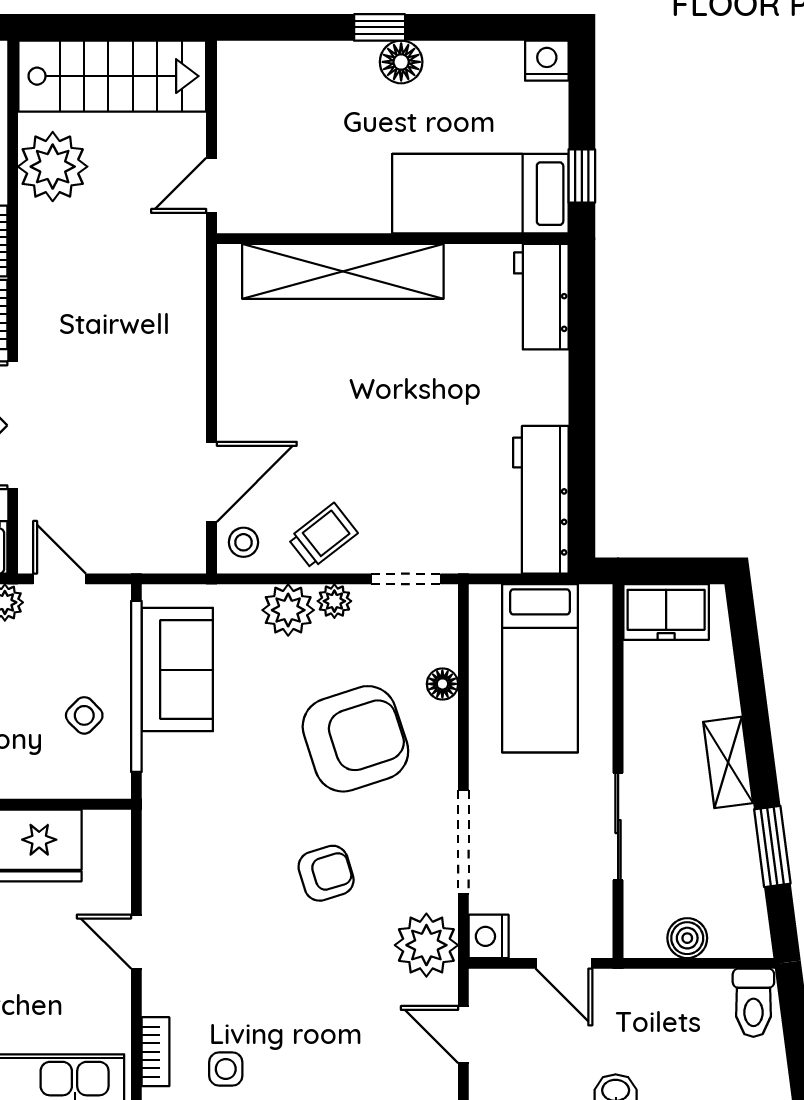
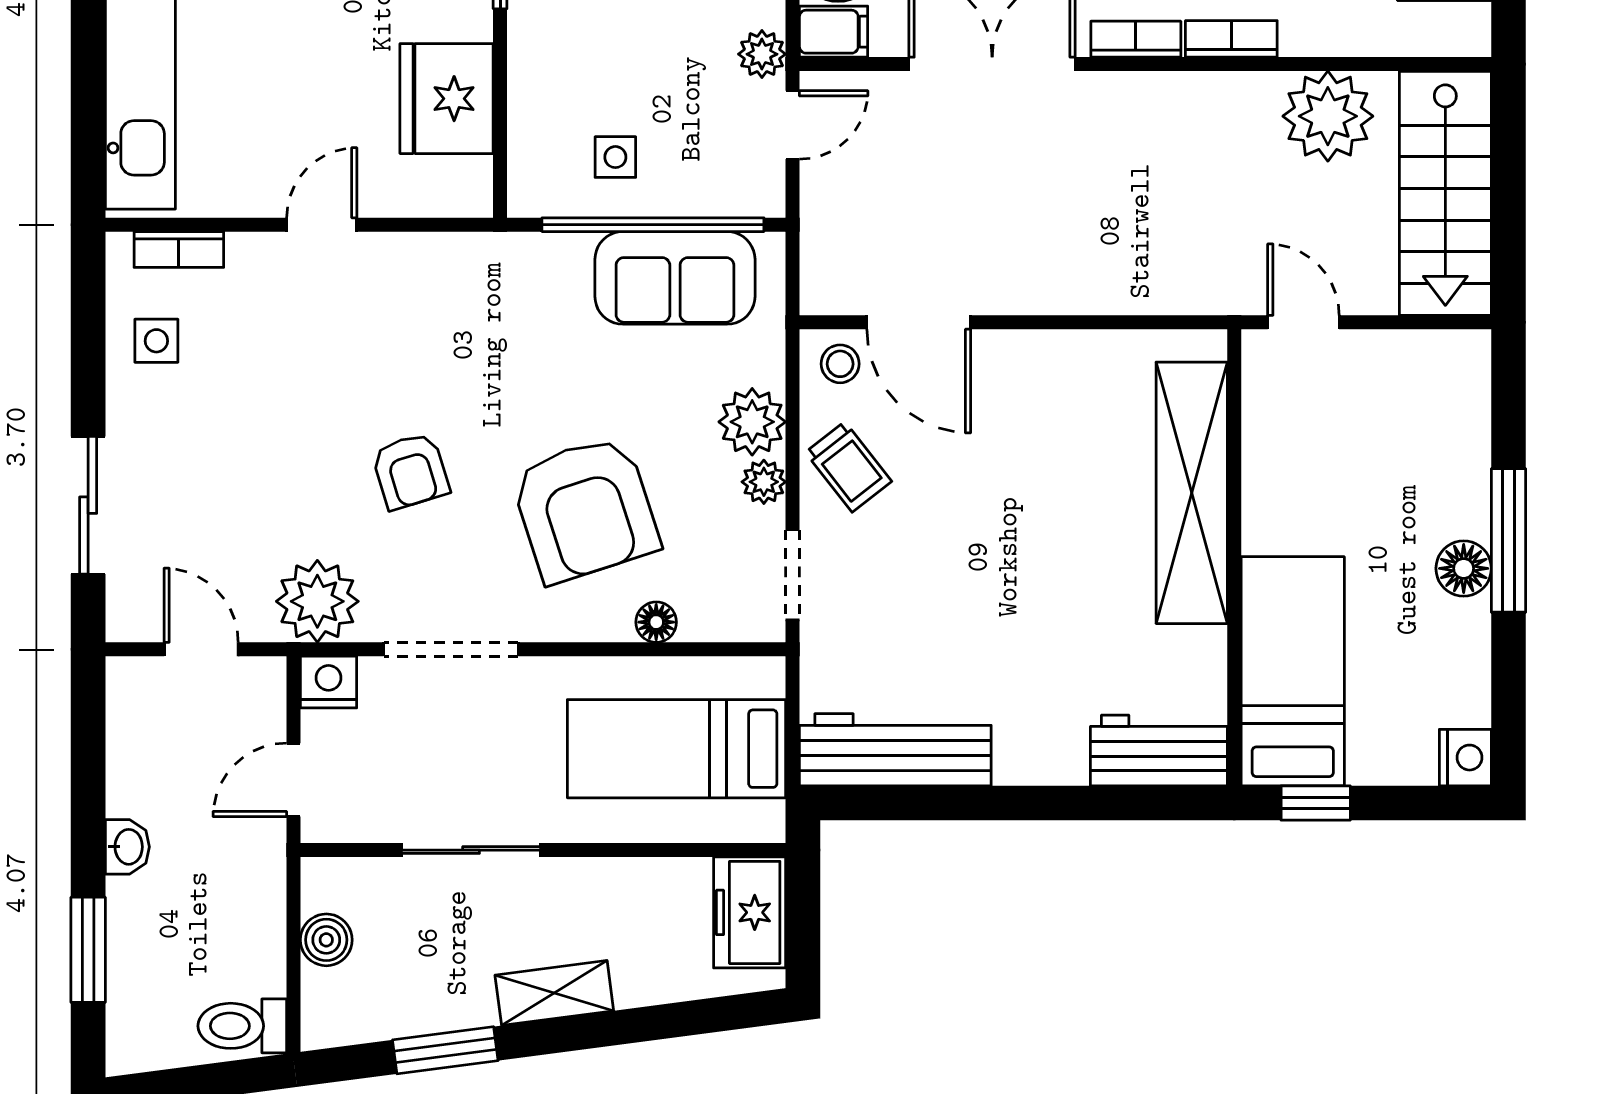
window: (380, 27) -> (1509, 540), width x2.17
side table: (84, 715) -> (615, 157), turned 45
door: (463, 1035) -> (201, 649), hinge flipped

